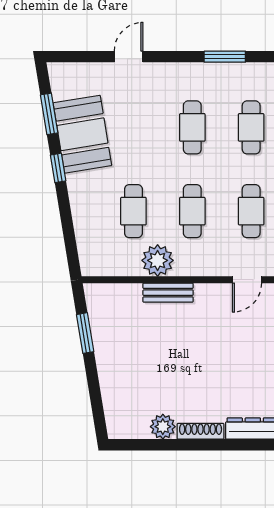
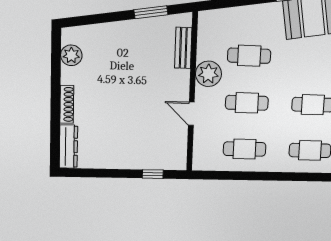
door: (247, 280) -> (191, 114), moved
bench: (168, 293) -> (183, 48), moved
plant: (163, 427) -> (71, 55), moved

